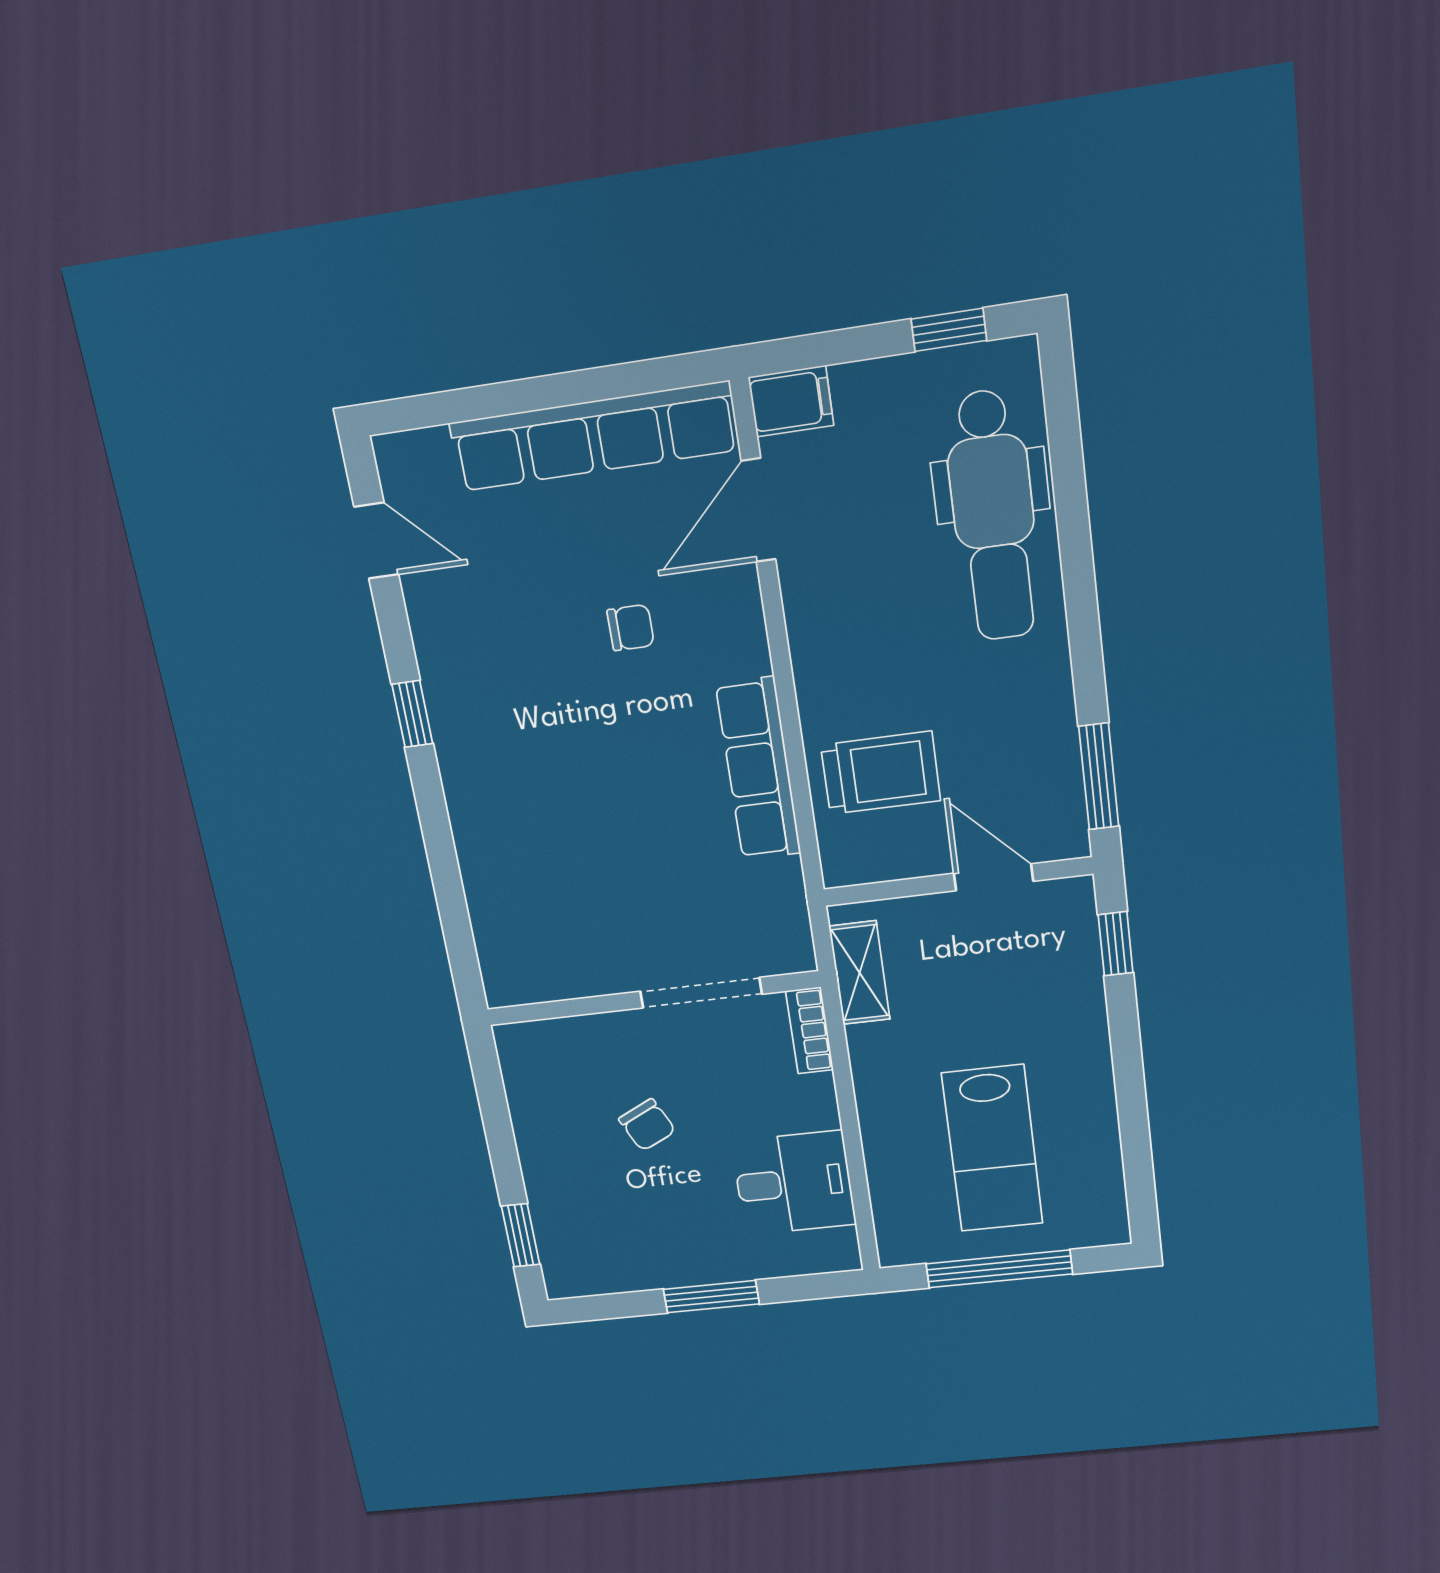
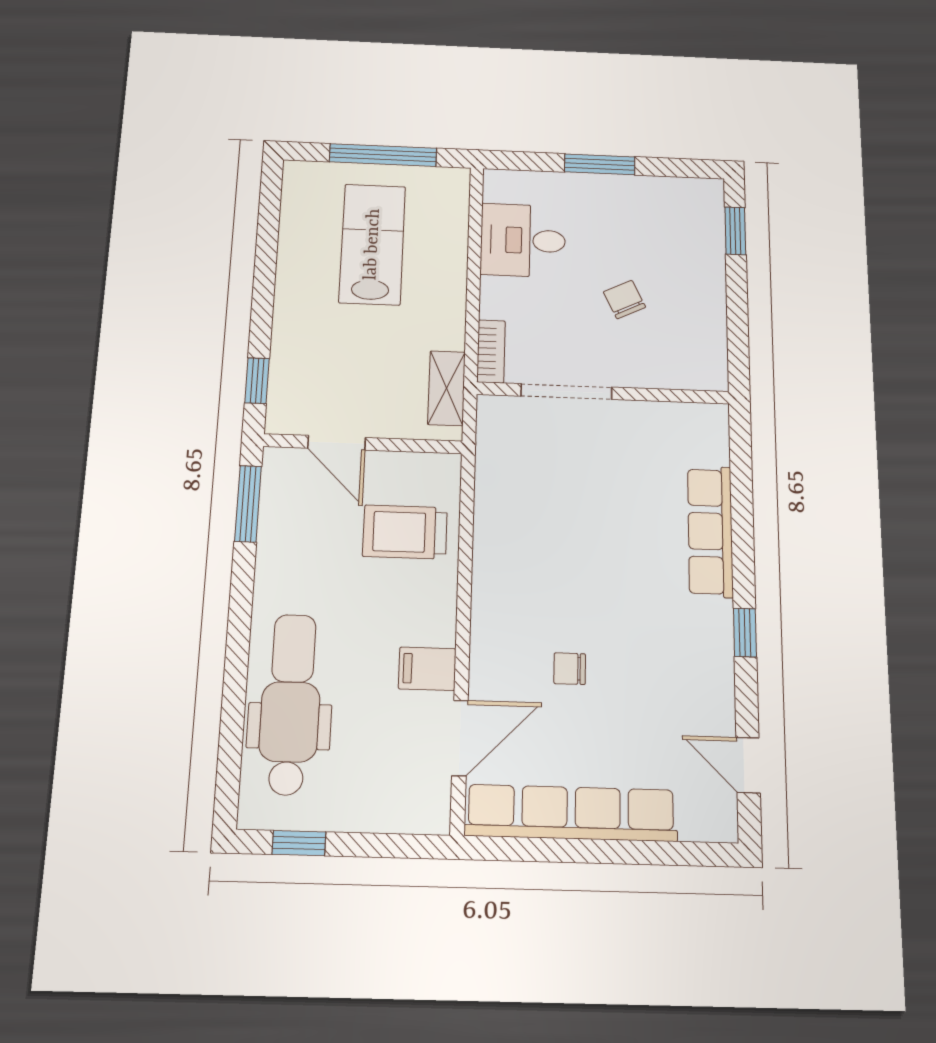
filing cabinet: (791, 401) -> (427, 669), moved
row of seats: (758, 769) -> (710, 531), moved, turned 180

